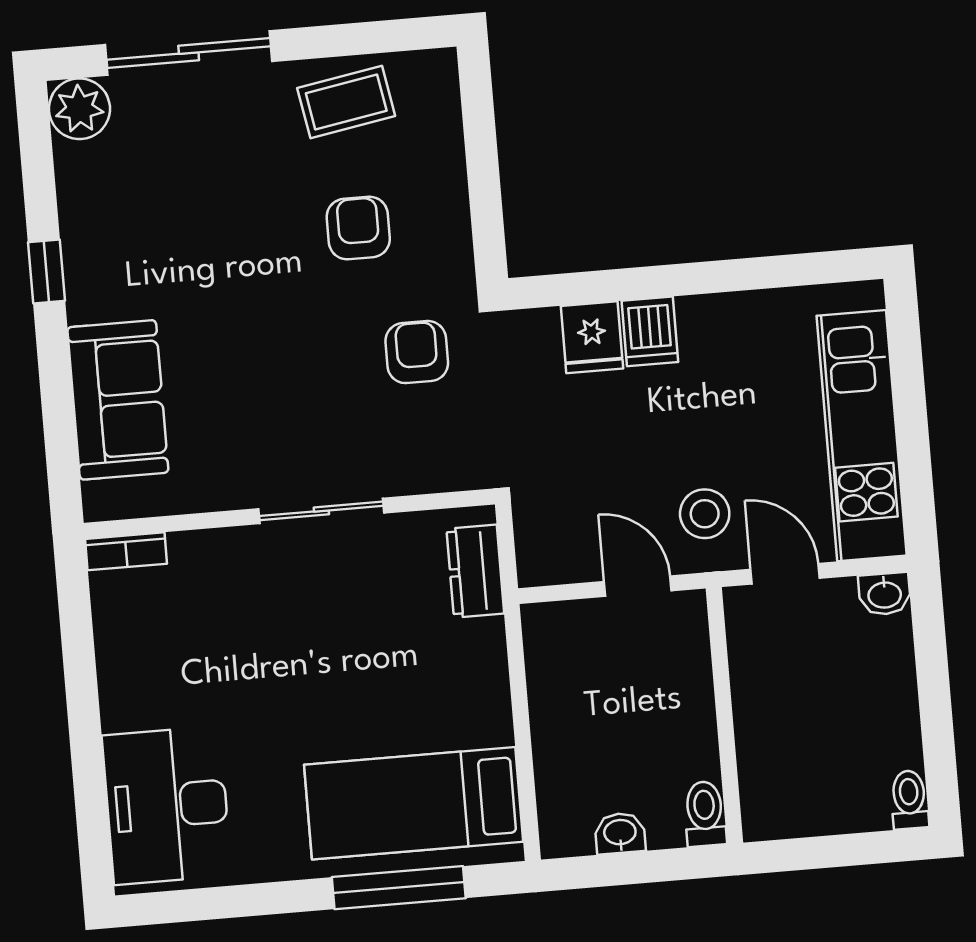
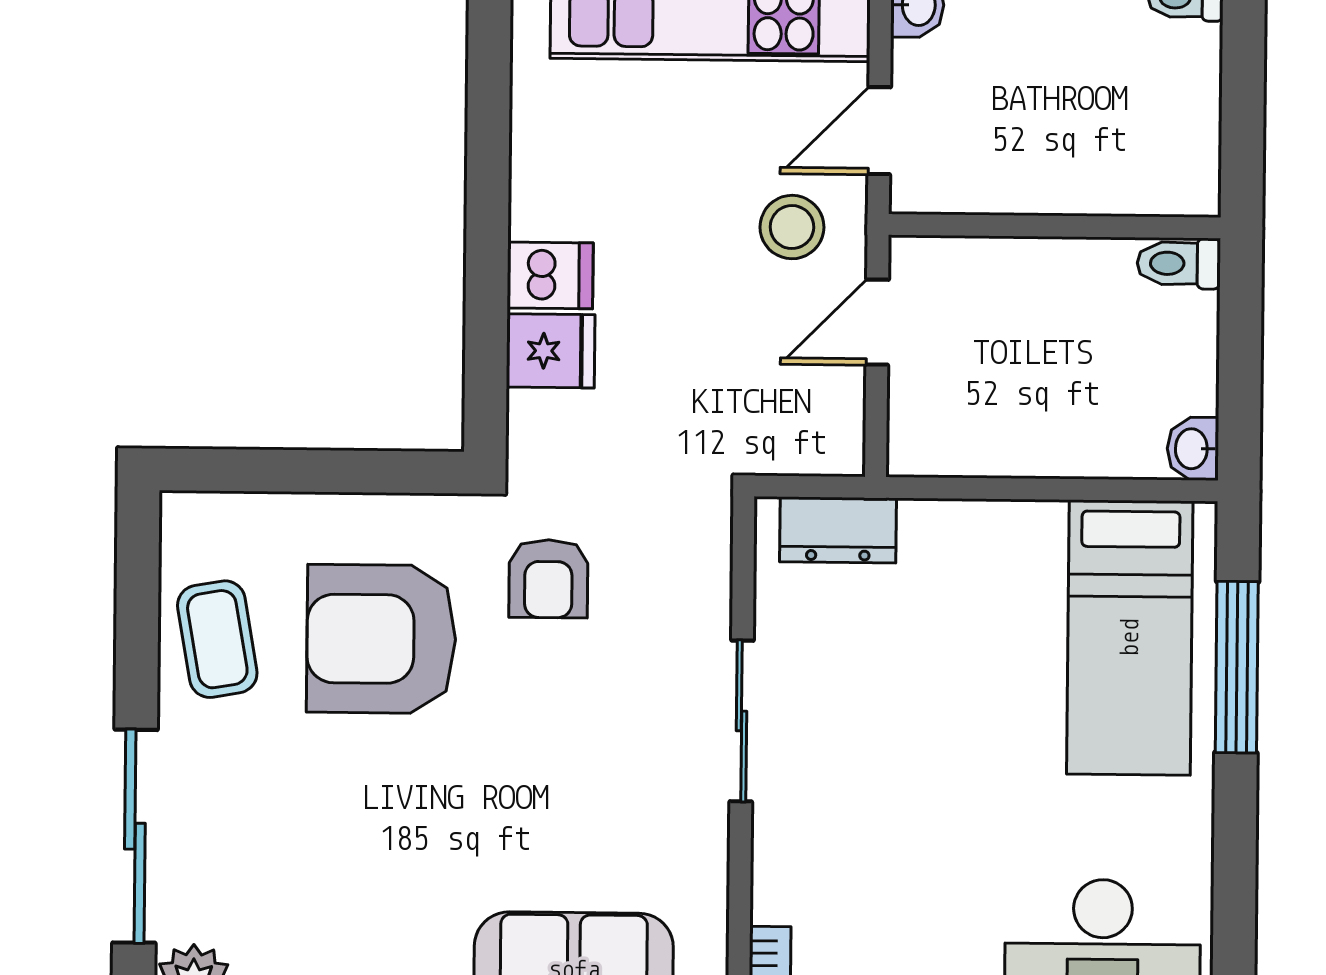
armchair: (358, 228) -> (381, 639), width x1.88, depth x1.88
armchair: (417, 352) -> (548, 579), turned -90
washbasin: (620, 833) -> (1193, 449), moved

